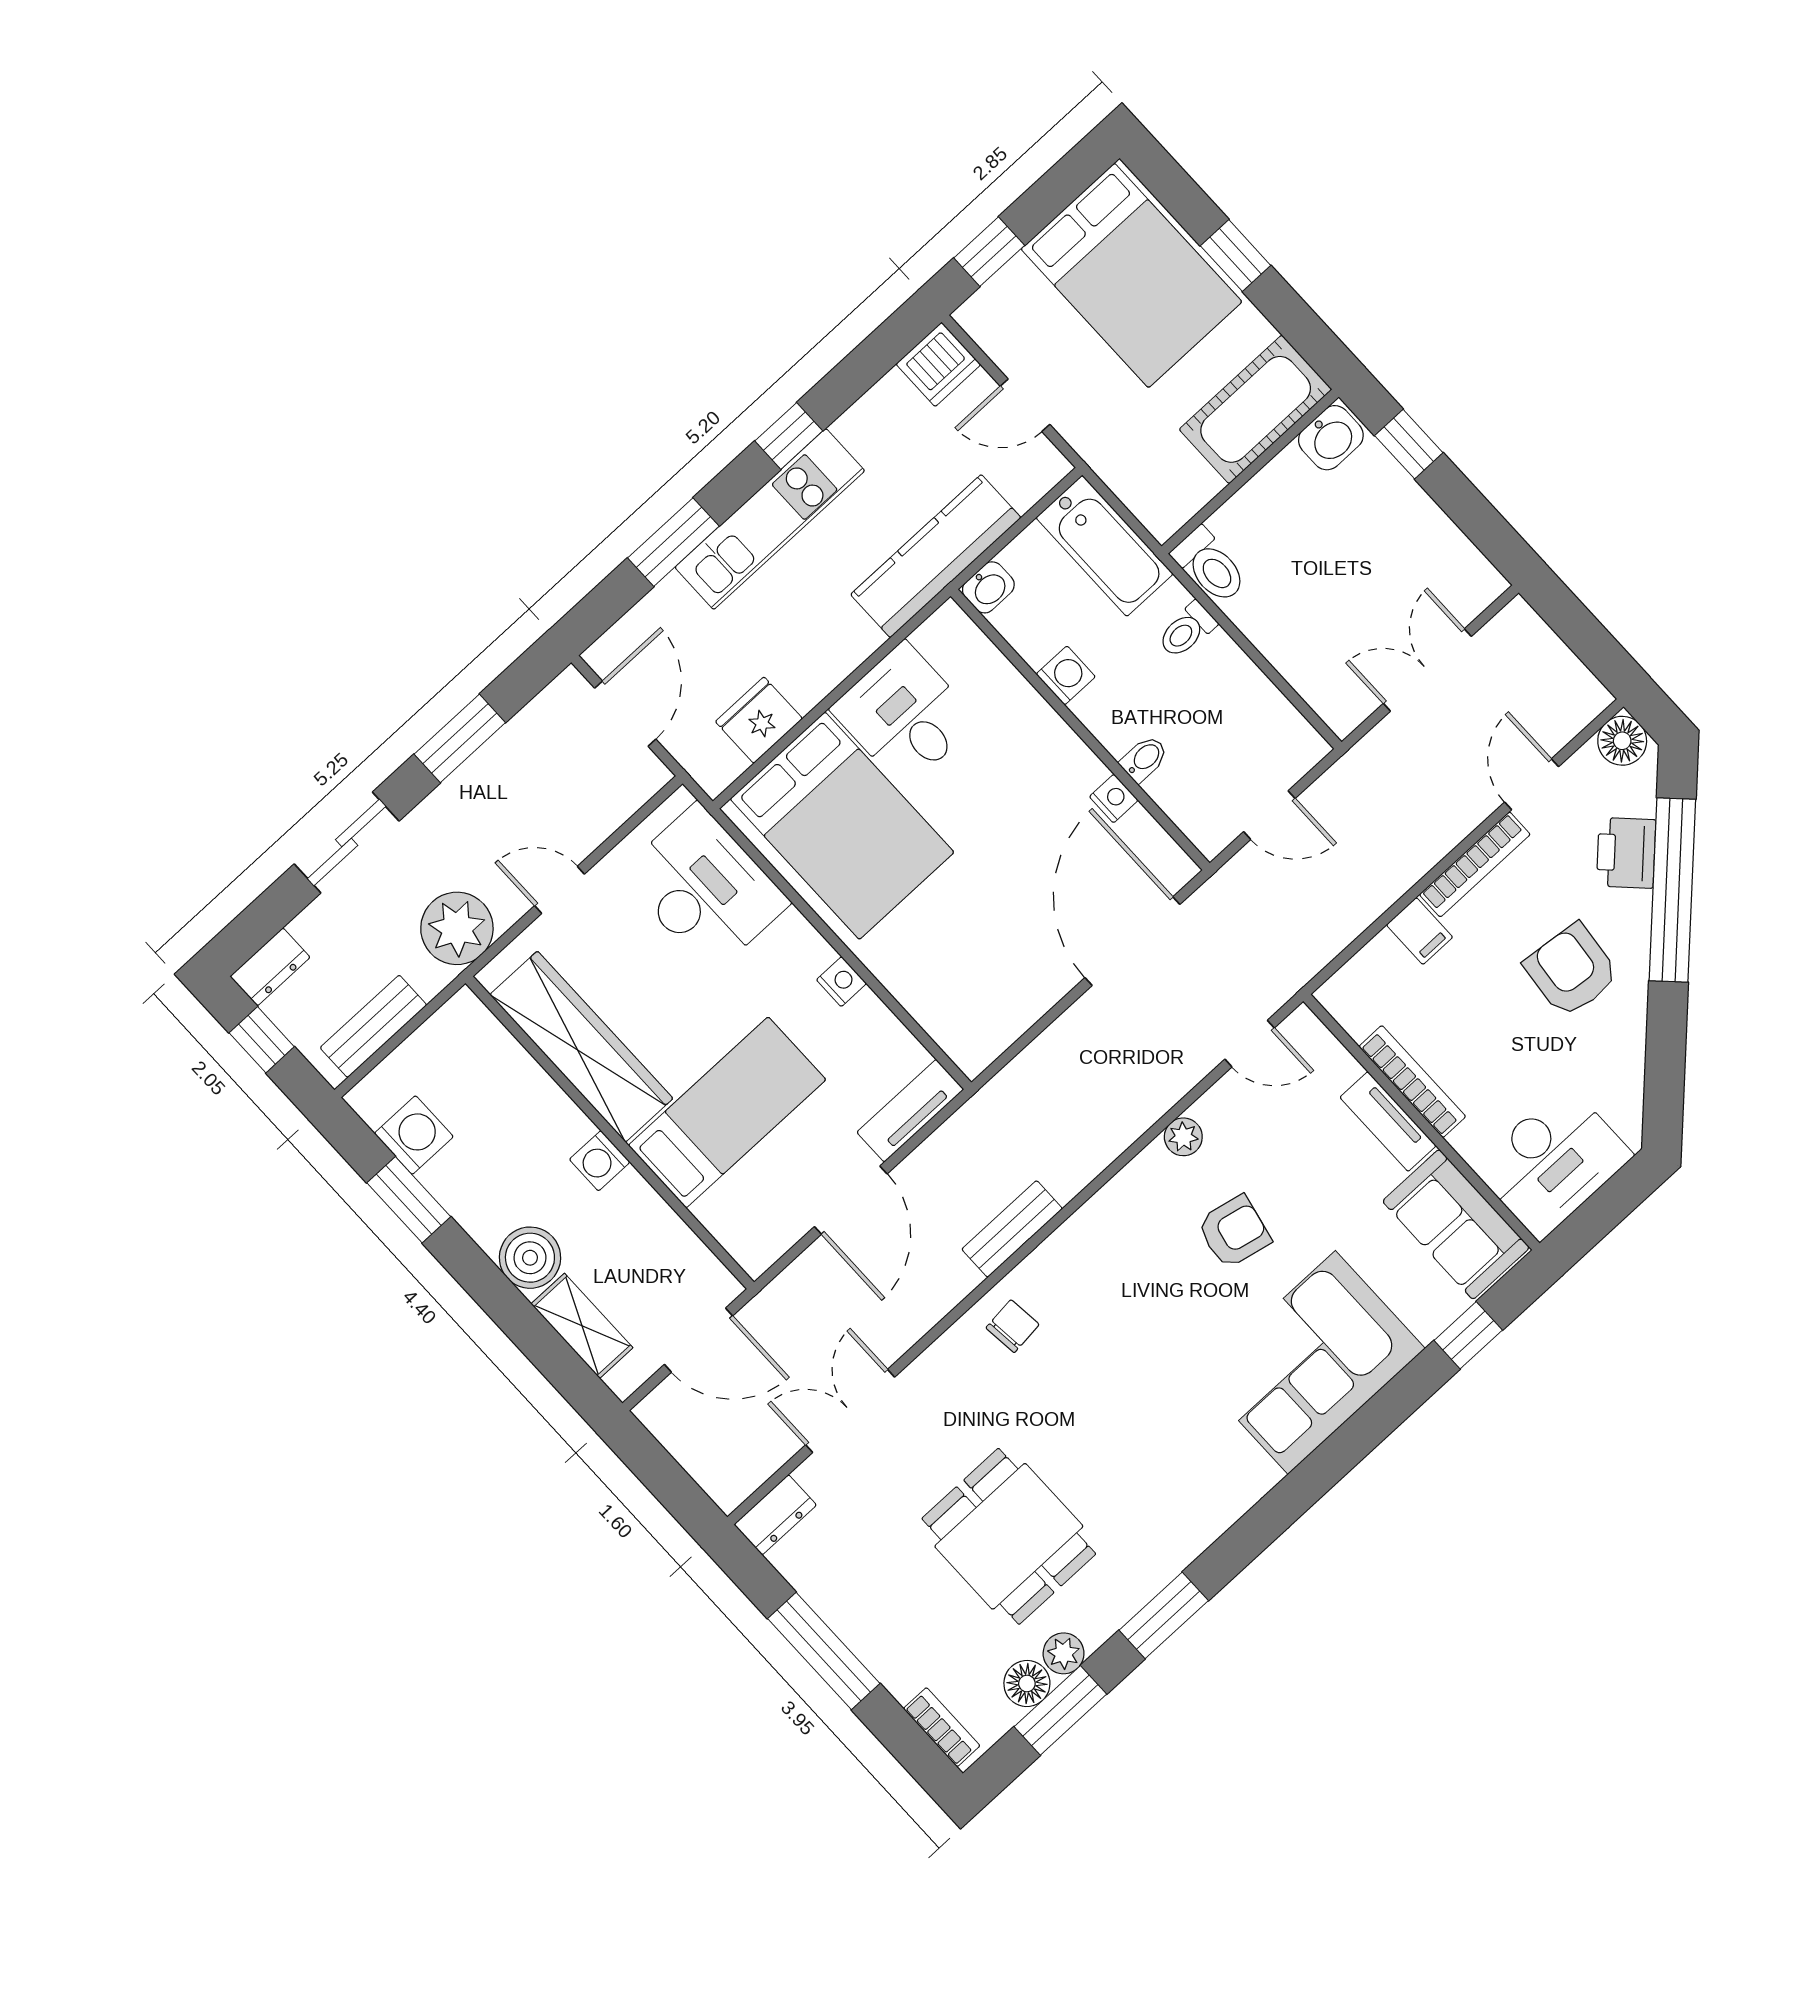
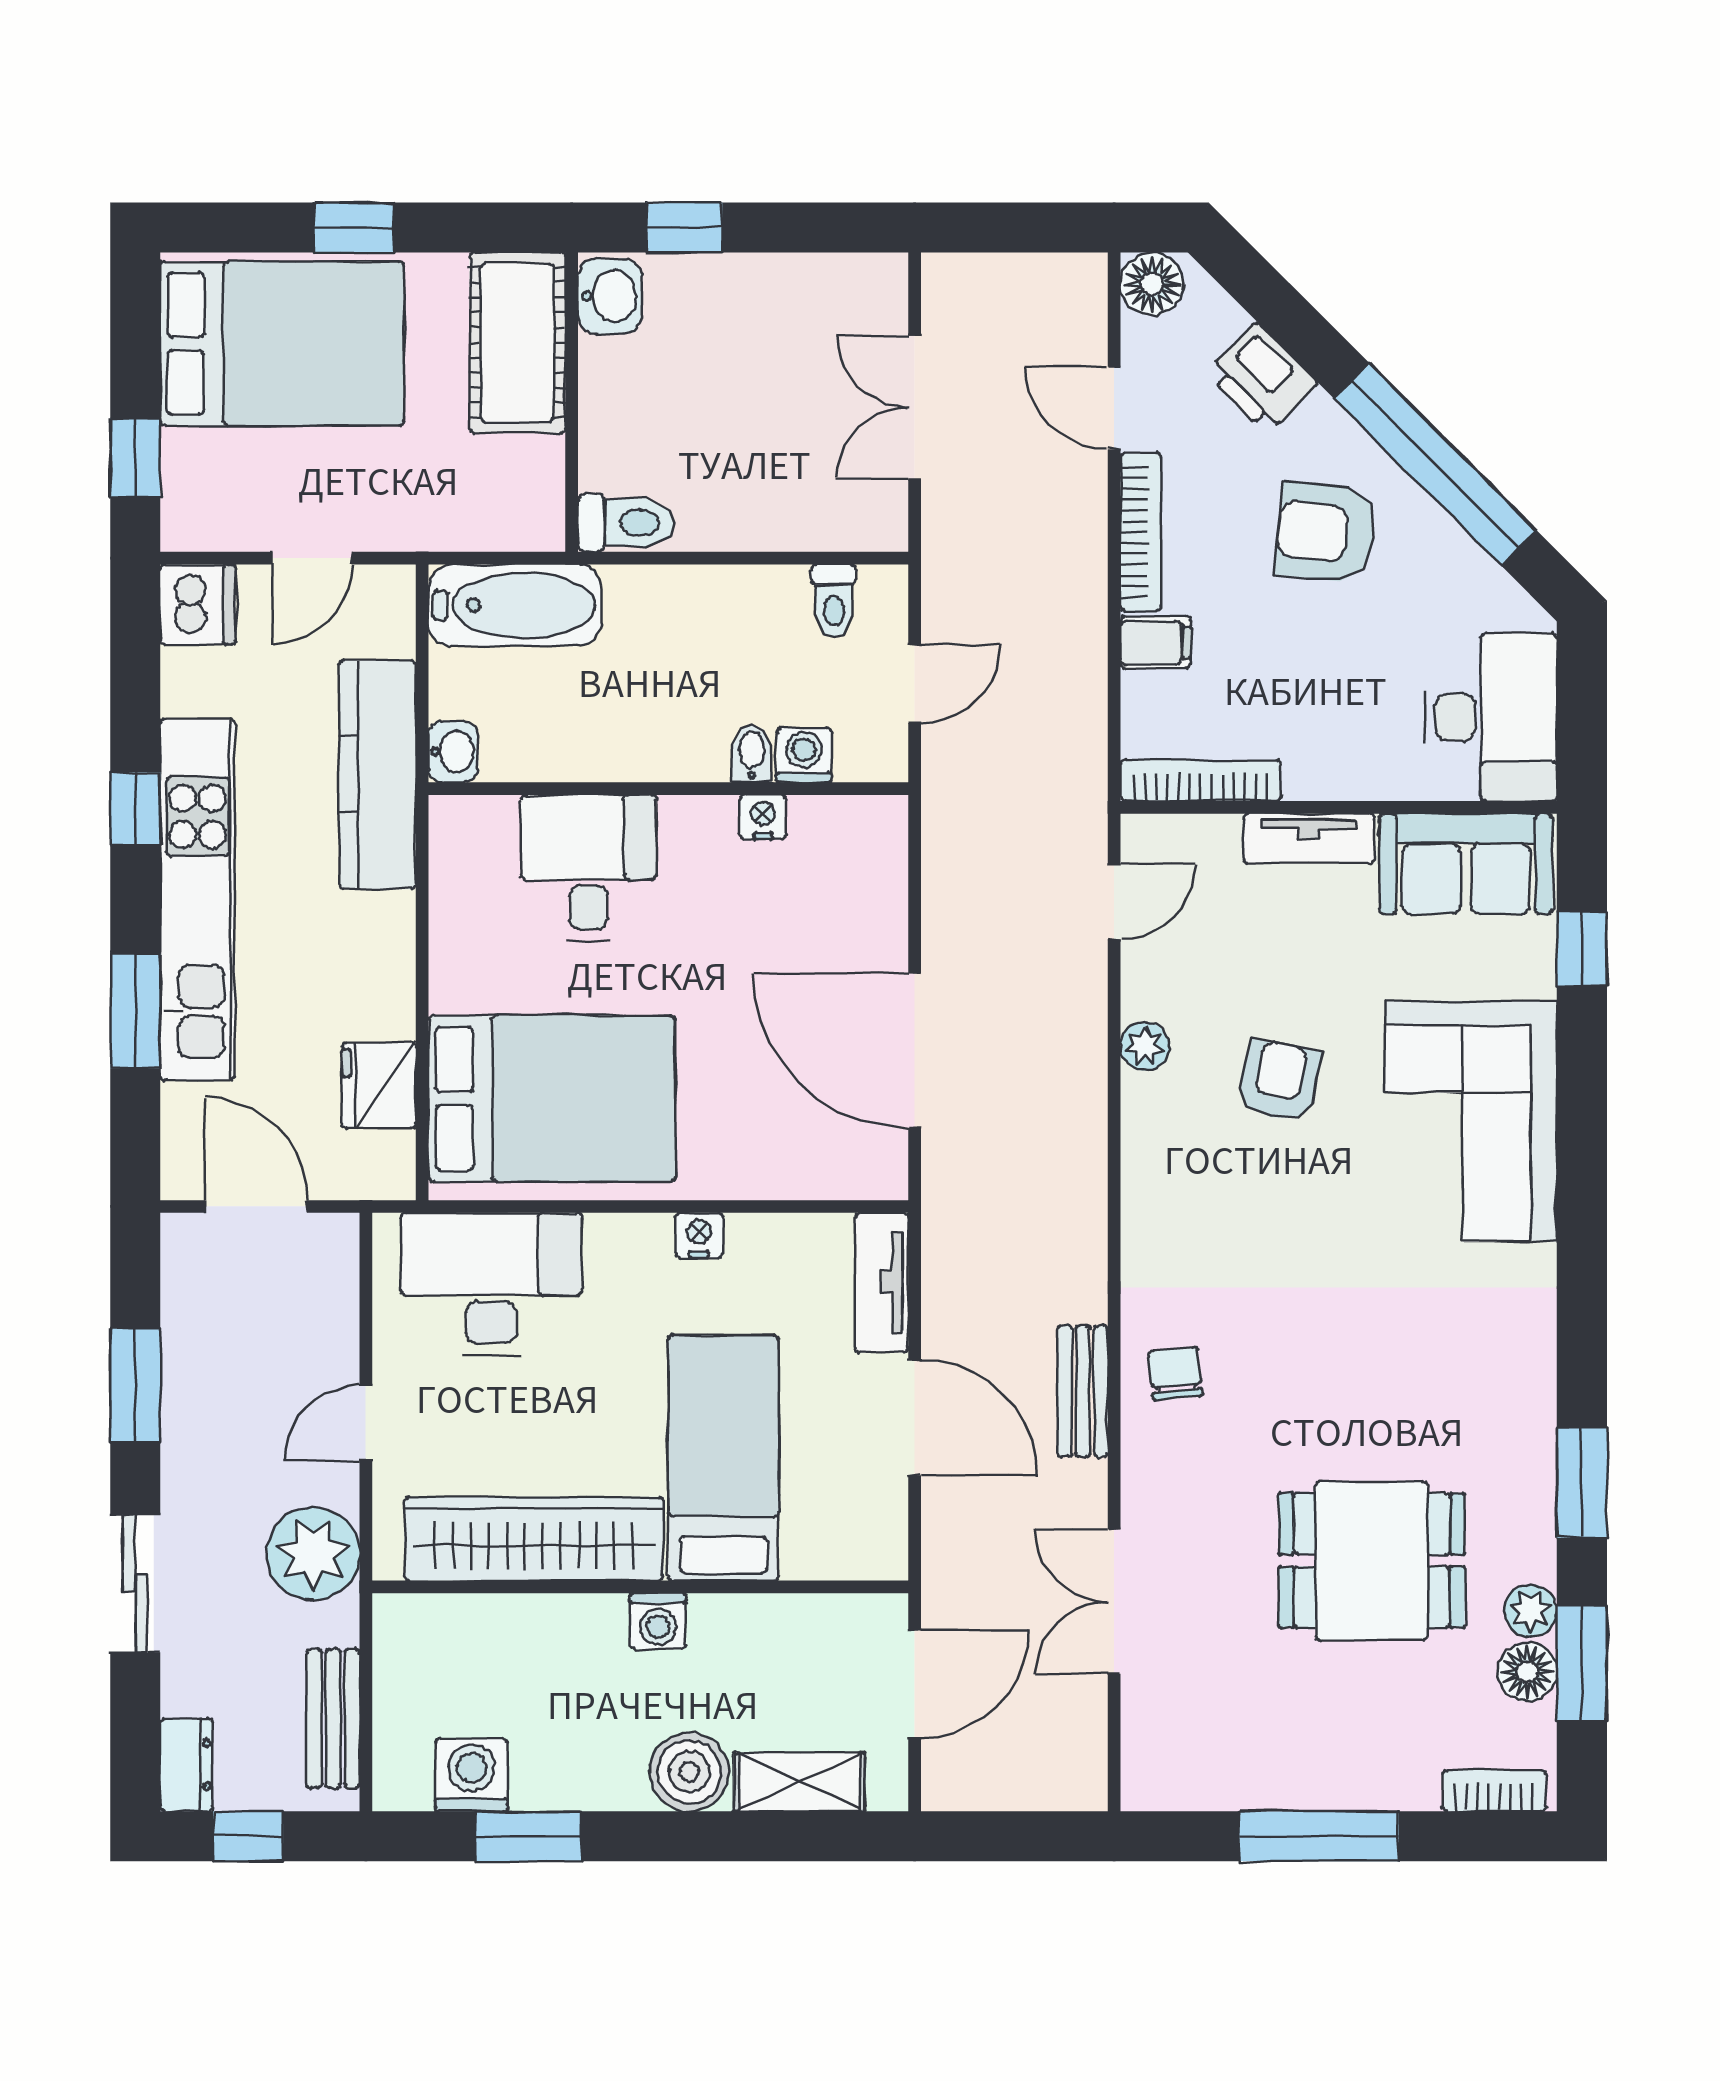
kitchen unit: (770, 519) -> (198, 900), width x1.36
toilet: (1187, 630) -> (834, 601), moved
washing machine: (1066, 675) -> (804, 755), moved
desk: (905, 715) -> (588, 868), moved, turned 90
window: (1672, 890) -> (1435, 464), moved
door: (1132, 941) -> (915, 1051), moved
bookcase: (1412, 1082) -> (1201, 781), moved
bench: (1012, 1229) -> (1083, 1391), moved
dresser: (775, 1515) -> (1147, 1763), removed

